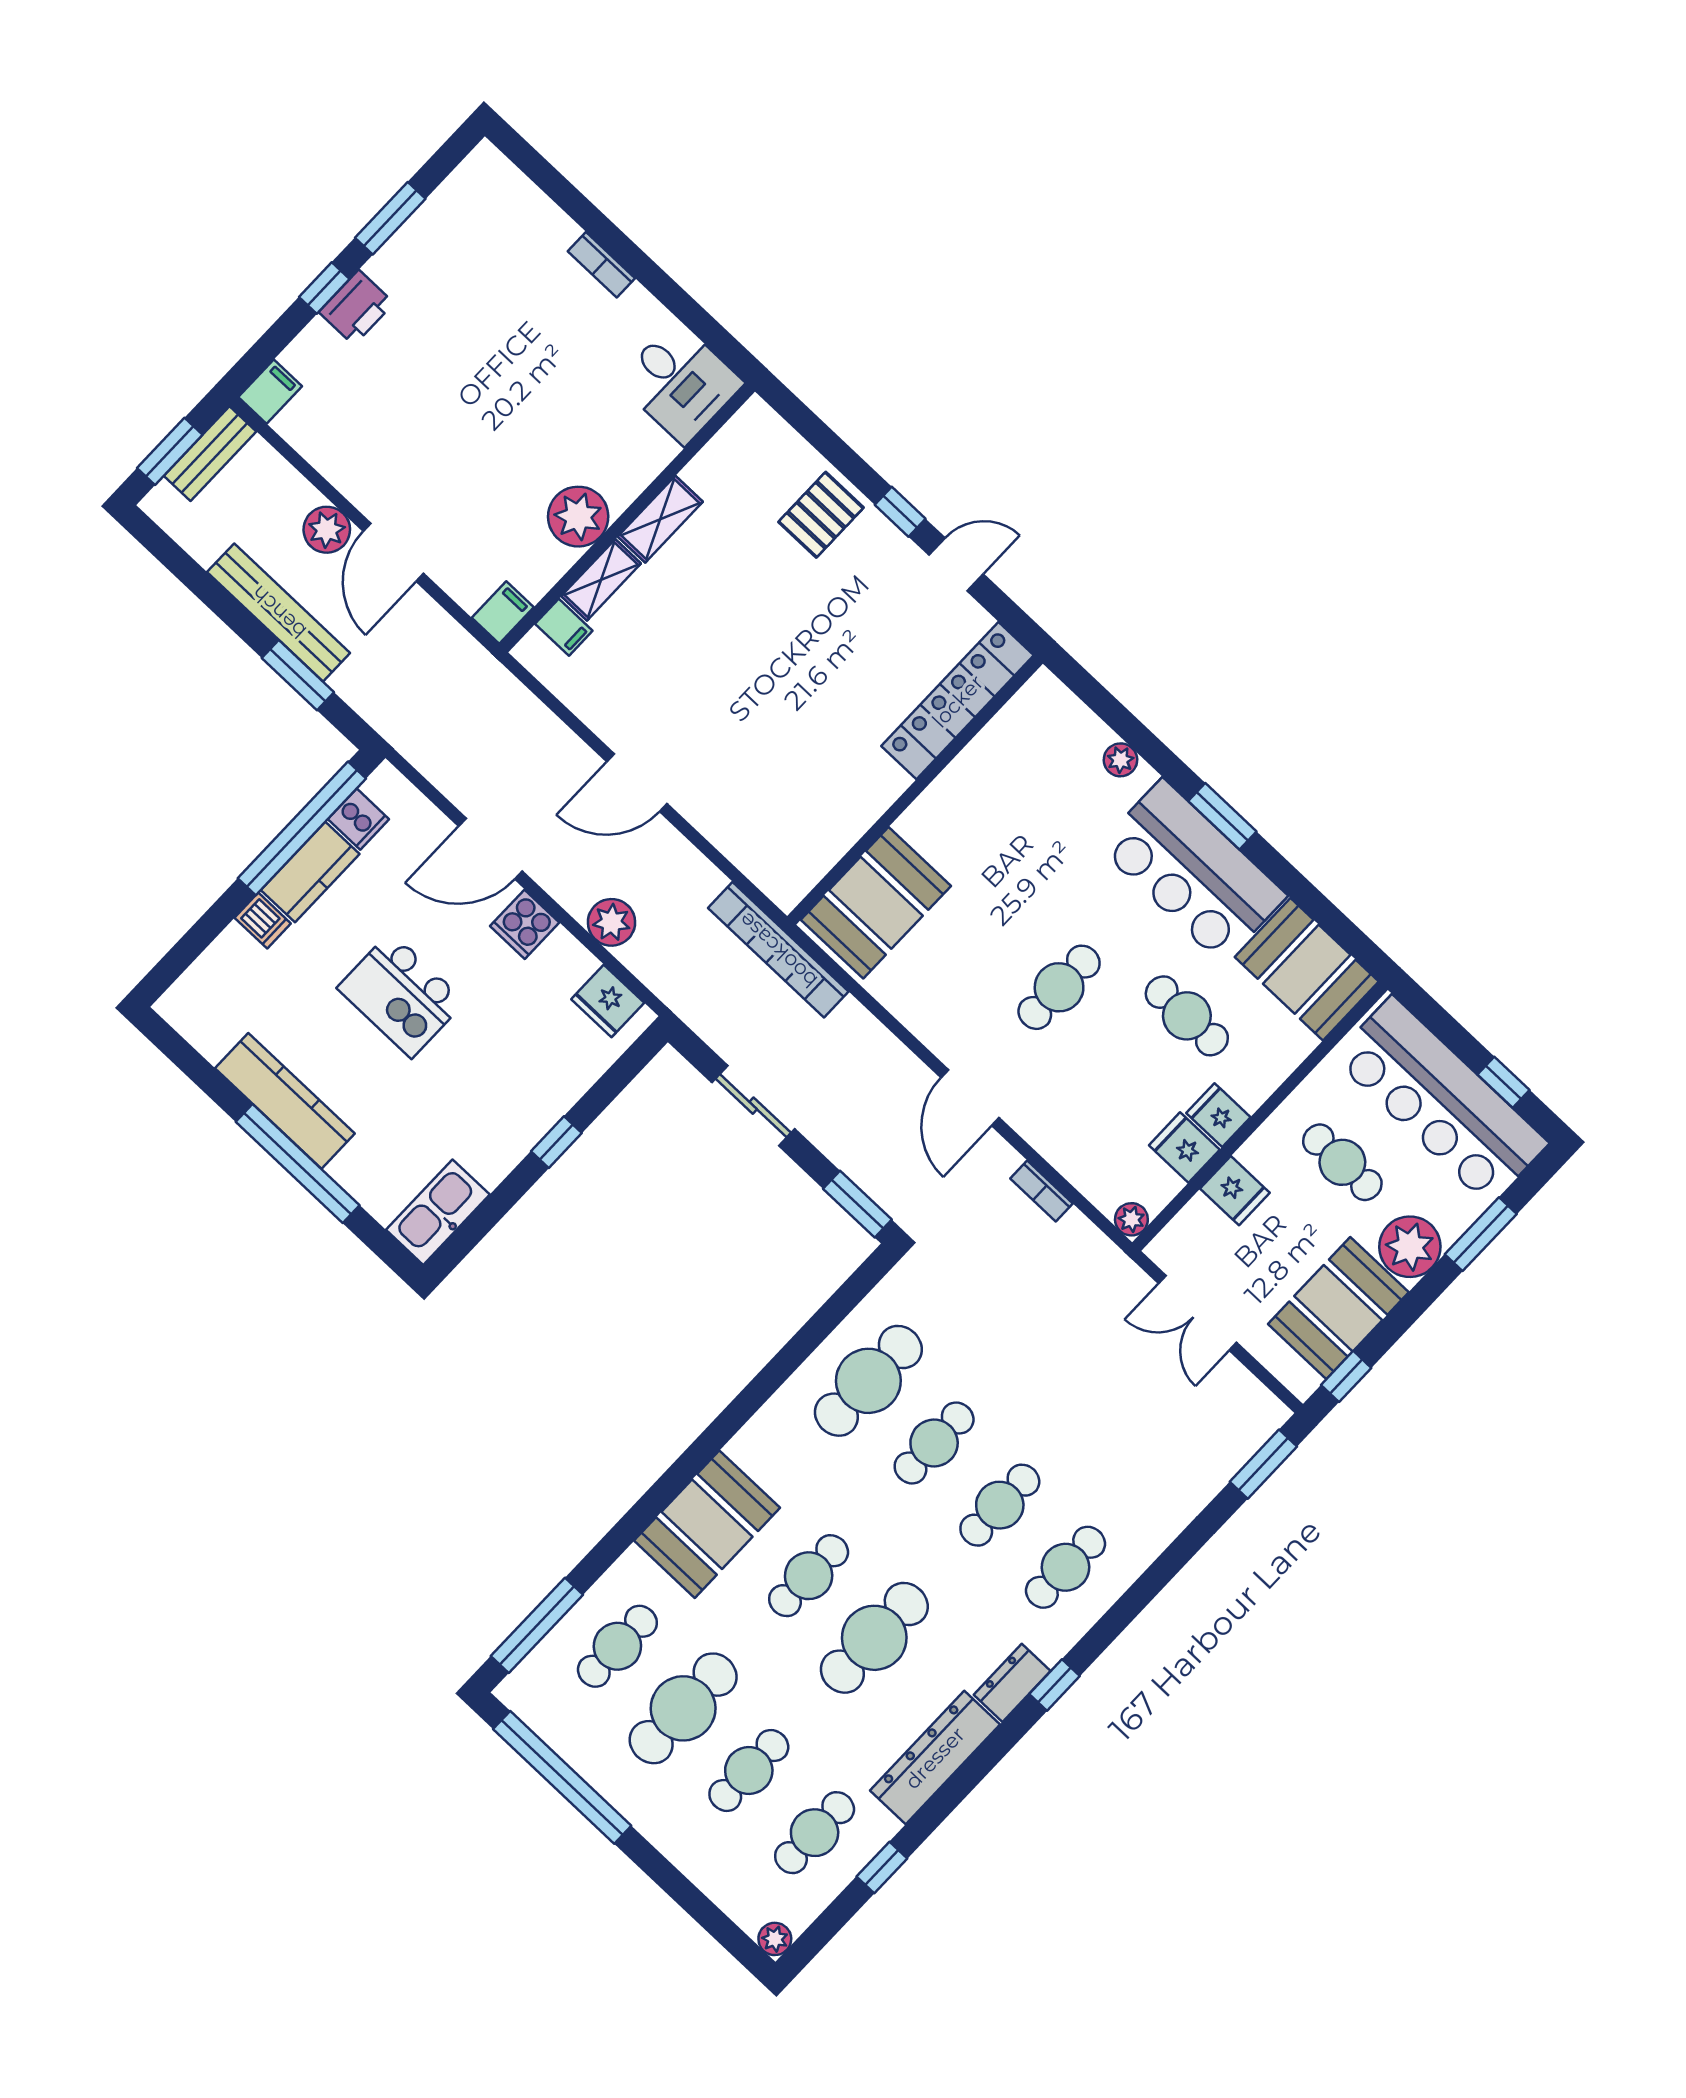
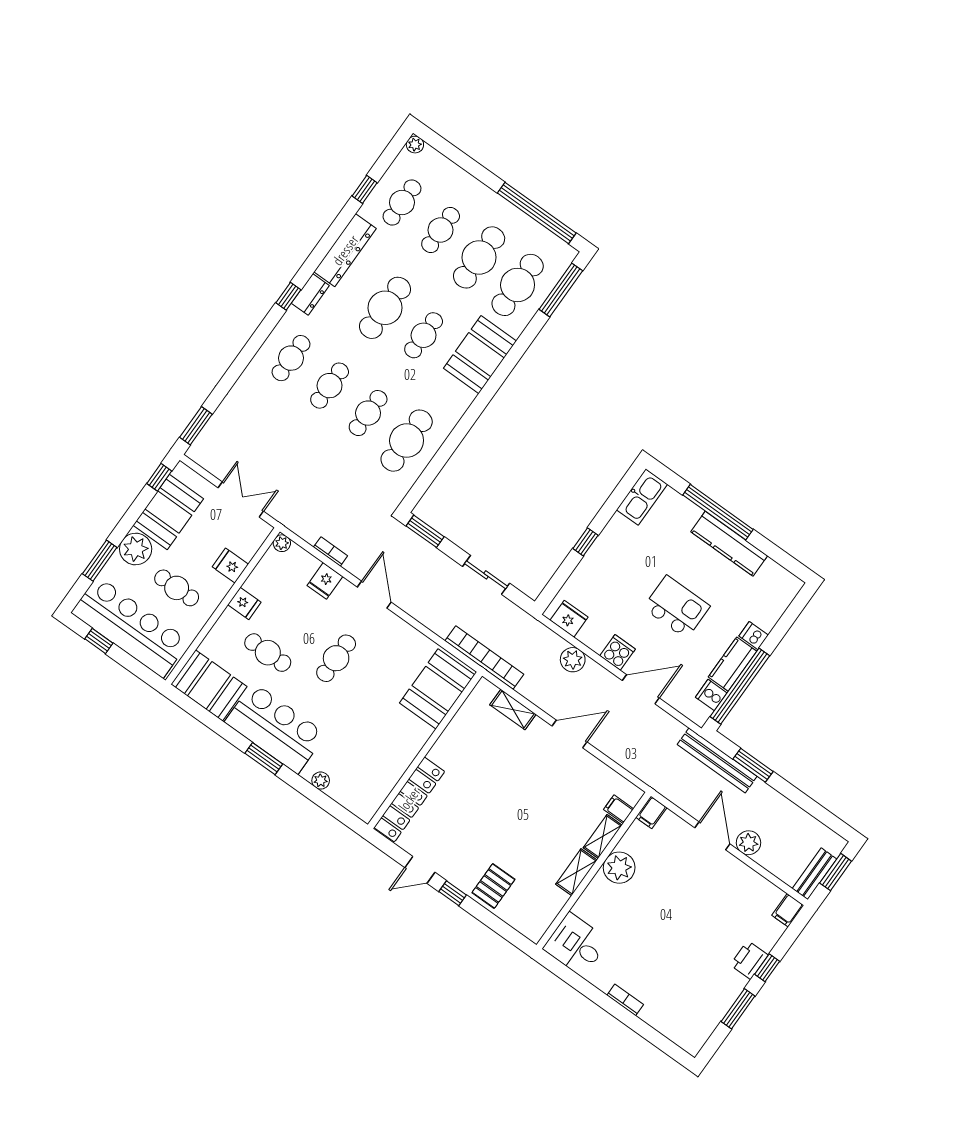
bench: (279, 612) -> (717, 760), moved
shelving: (738, 844) -> (513, 709), added
fridge: (1184, 1148) -> (325, 581), moved, turned 90
cafe table: (617, 1646) -> (518, 285), width x1.37, depth x1.35

